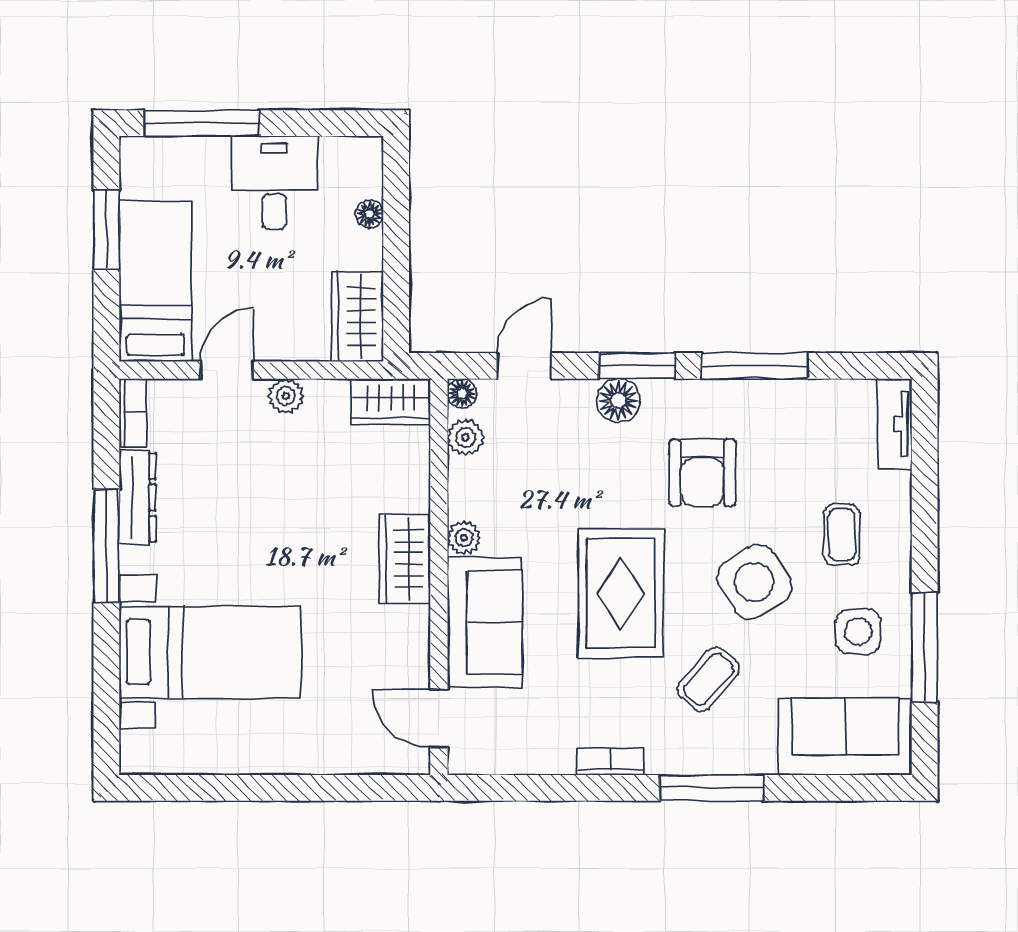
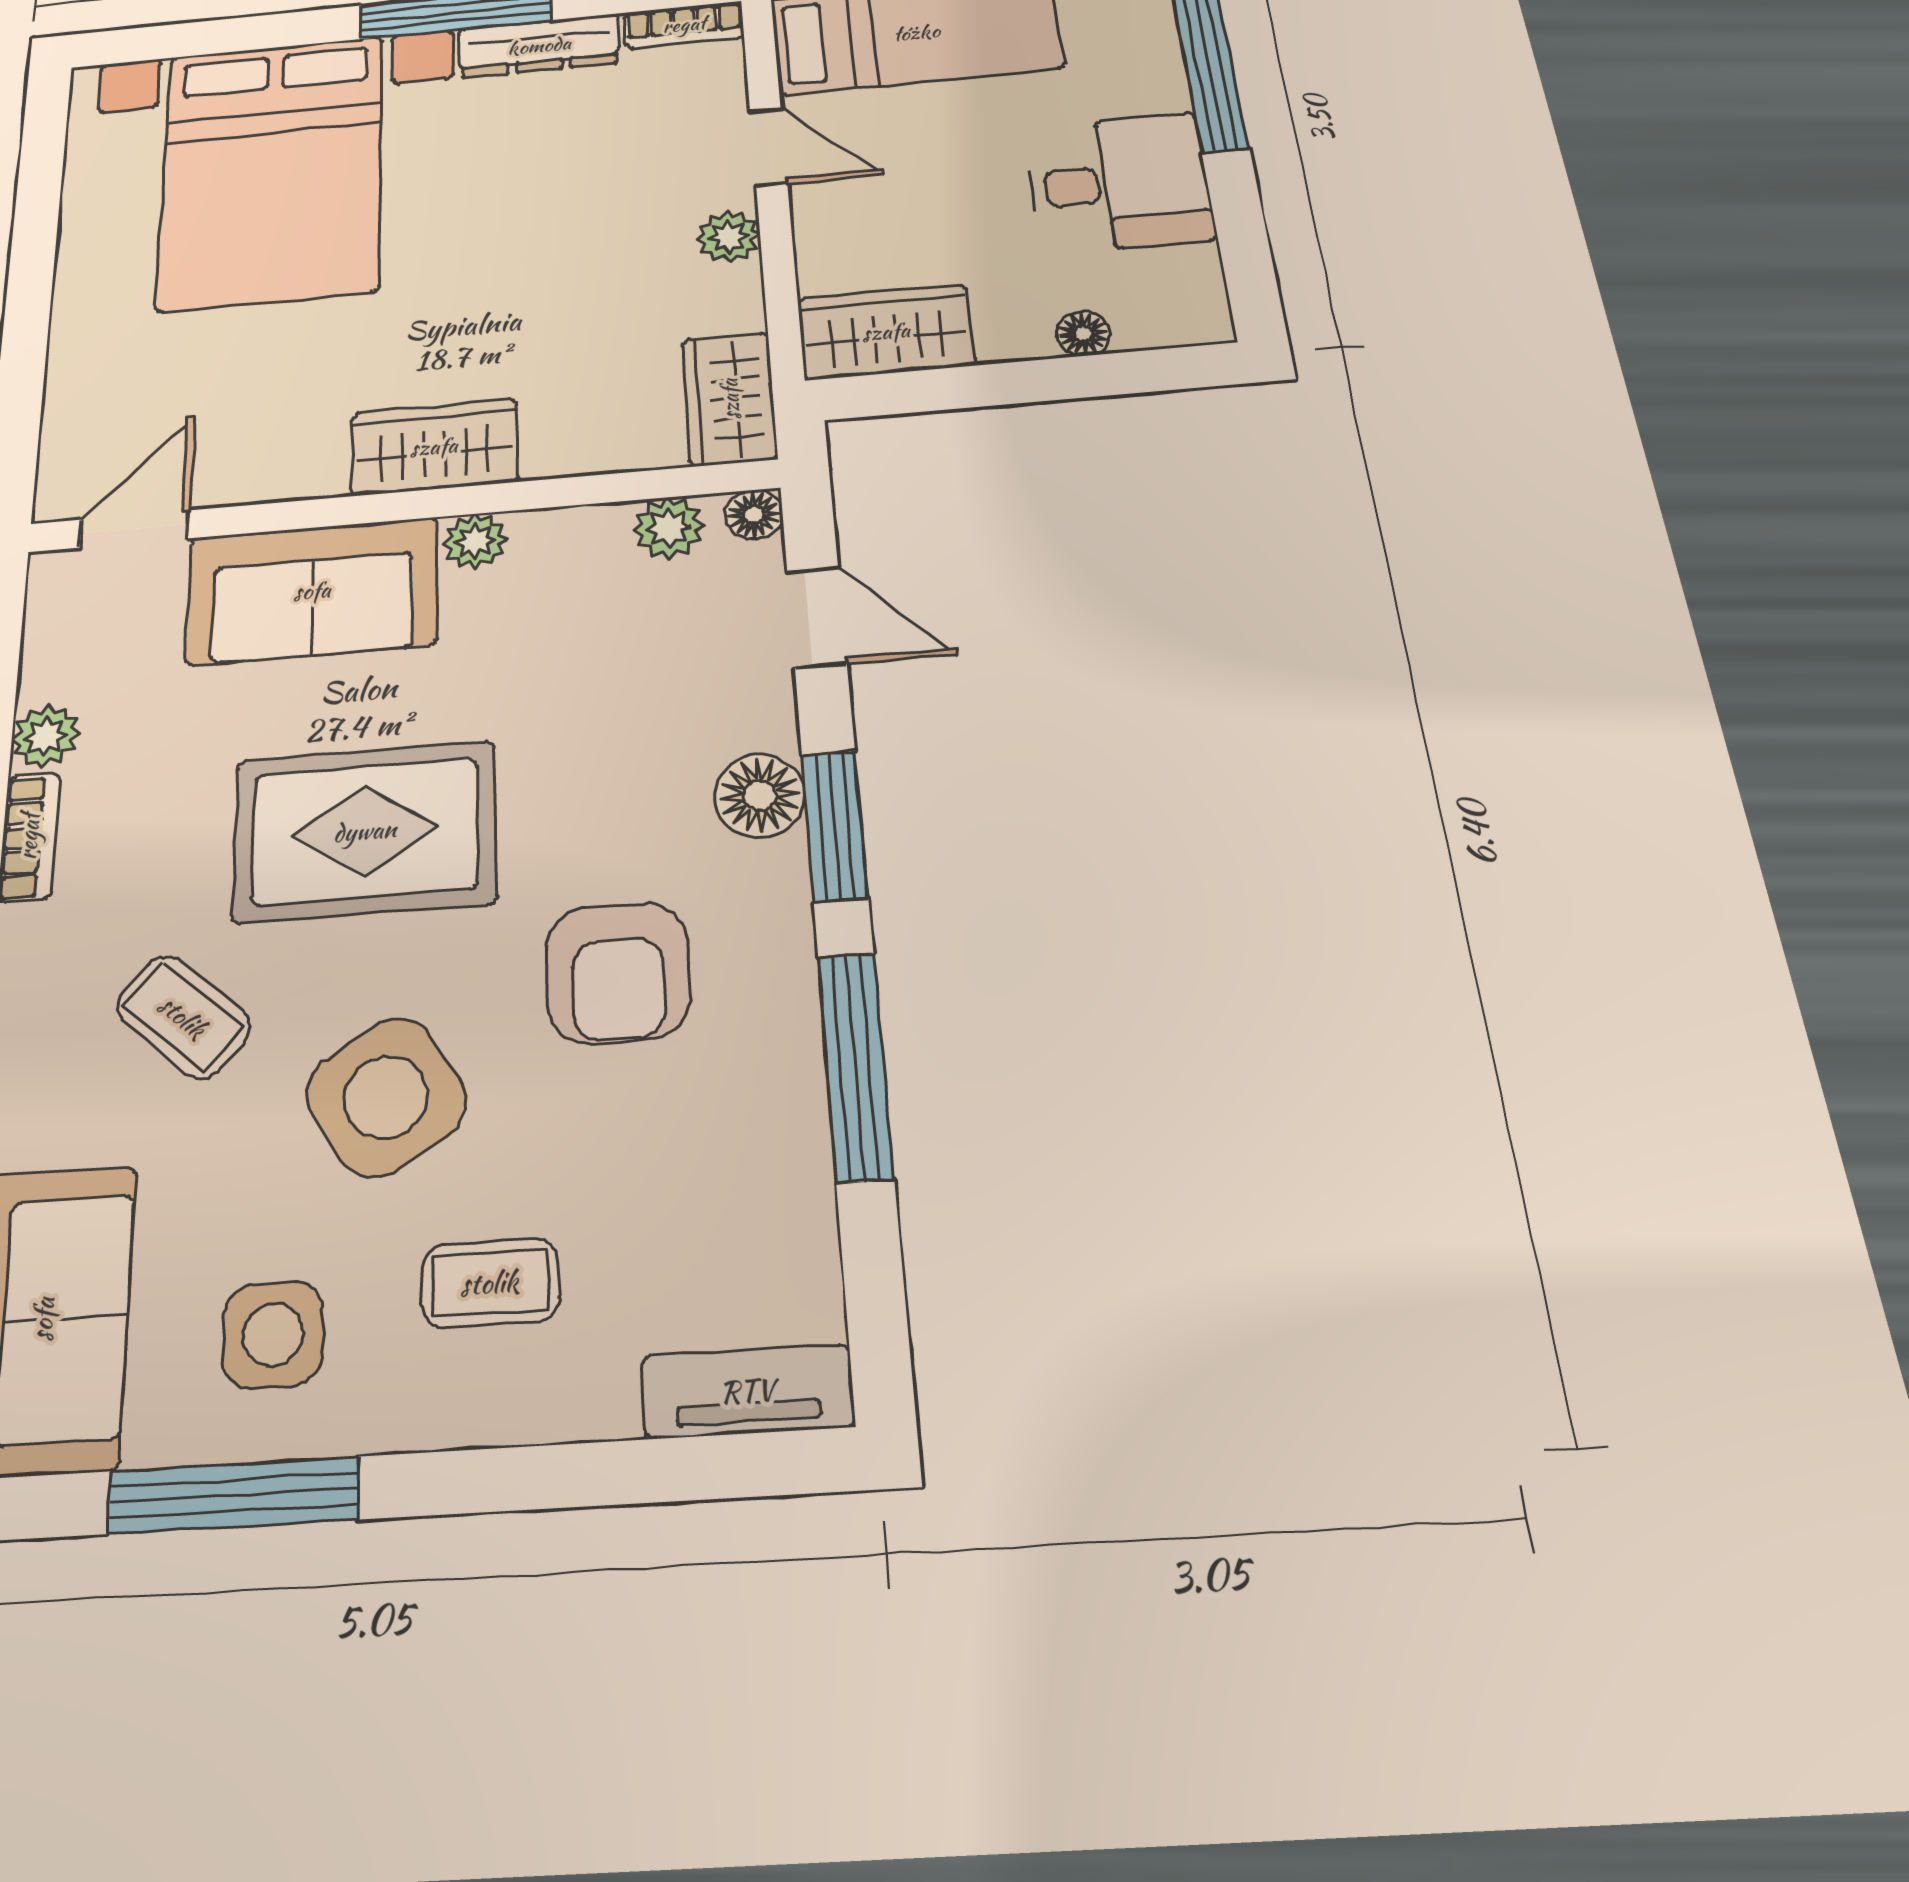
armchair: (702, 473) -> (618, 973), turned -90
bed with nightstands: (210, 652) -> (272, 171), width x1.36
plant: (556, 757) -> (45, 736), added

